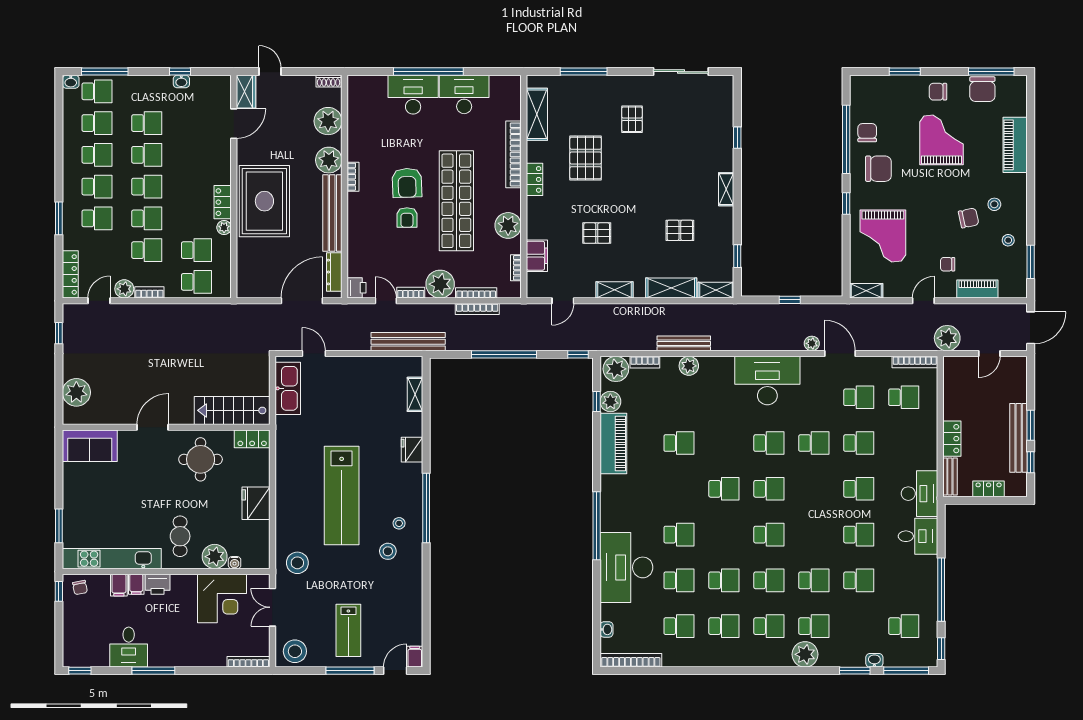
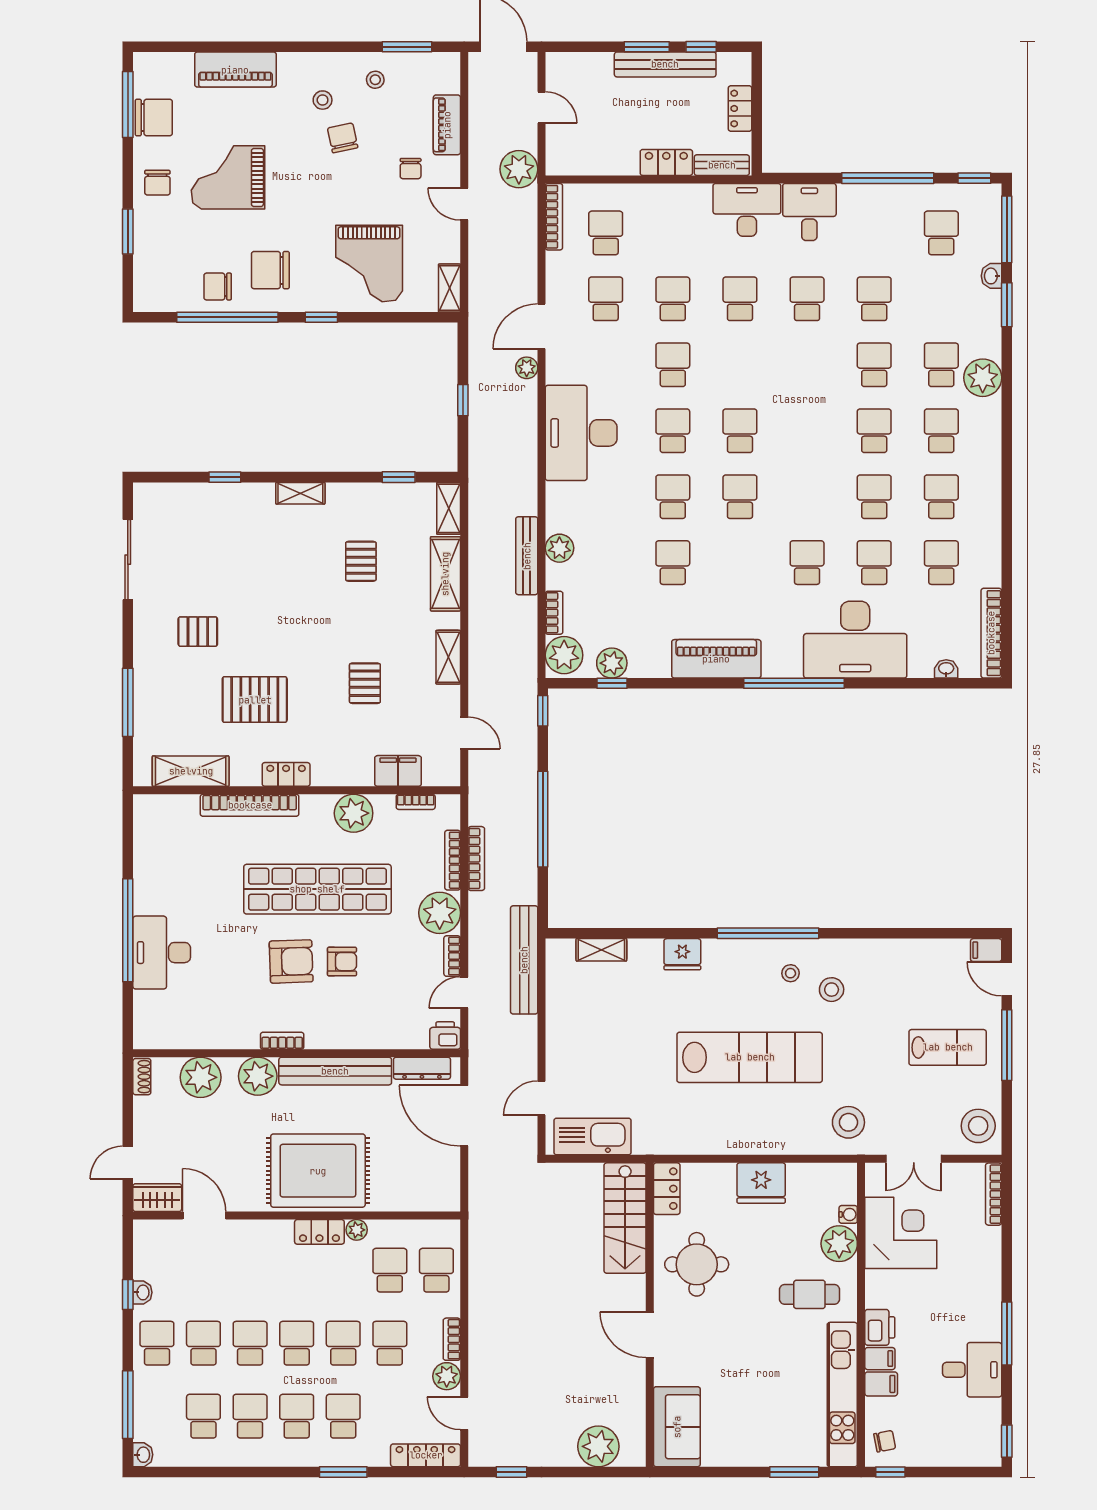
school desk: (97, 91) -> (157, 1343), moved
desk: (464, 94) -> (161, 878), removed
chair: (878, 169) -> (270, 270), turned -90
grand piano: (883, 236) -> (369, 263), turned 90
piano: (613, 444) -> (716, 659), moved
school desk: (769, 535) -> (673, 497), moved

